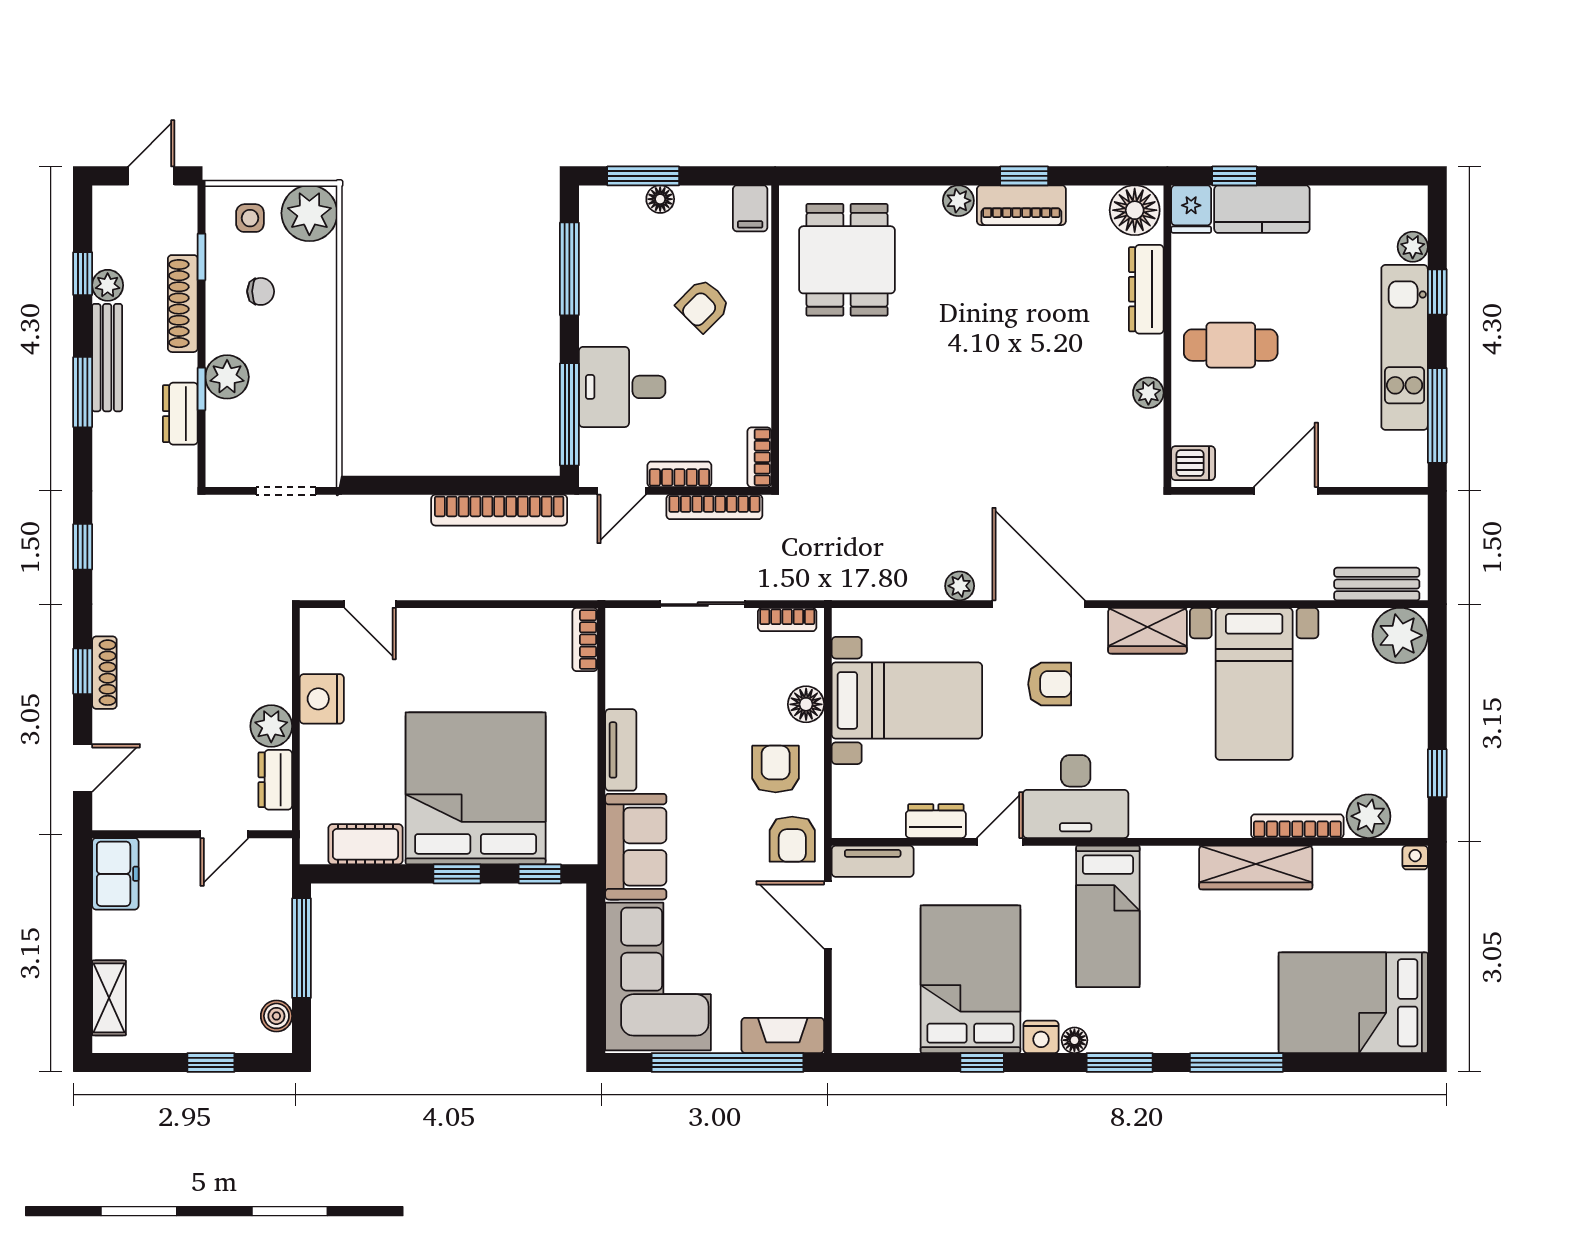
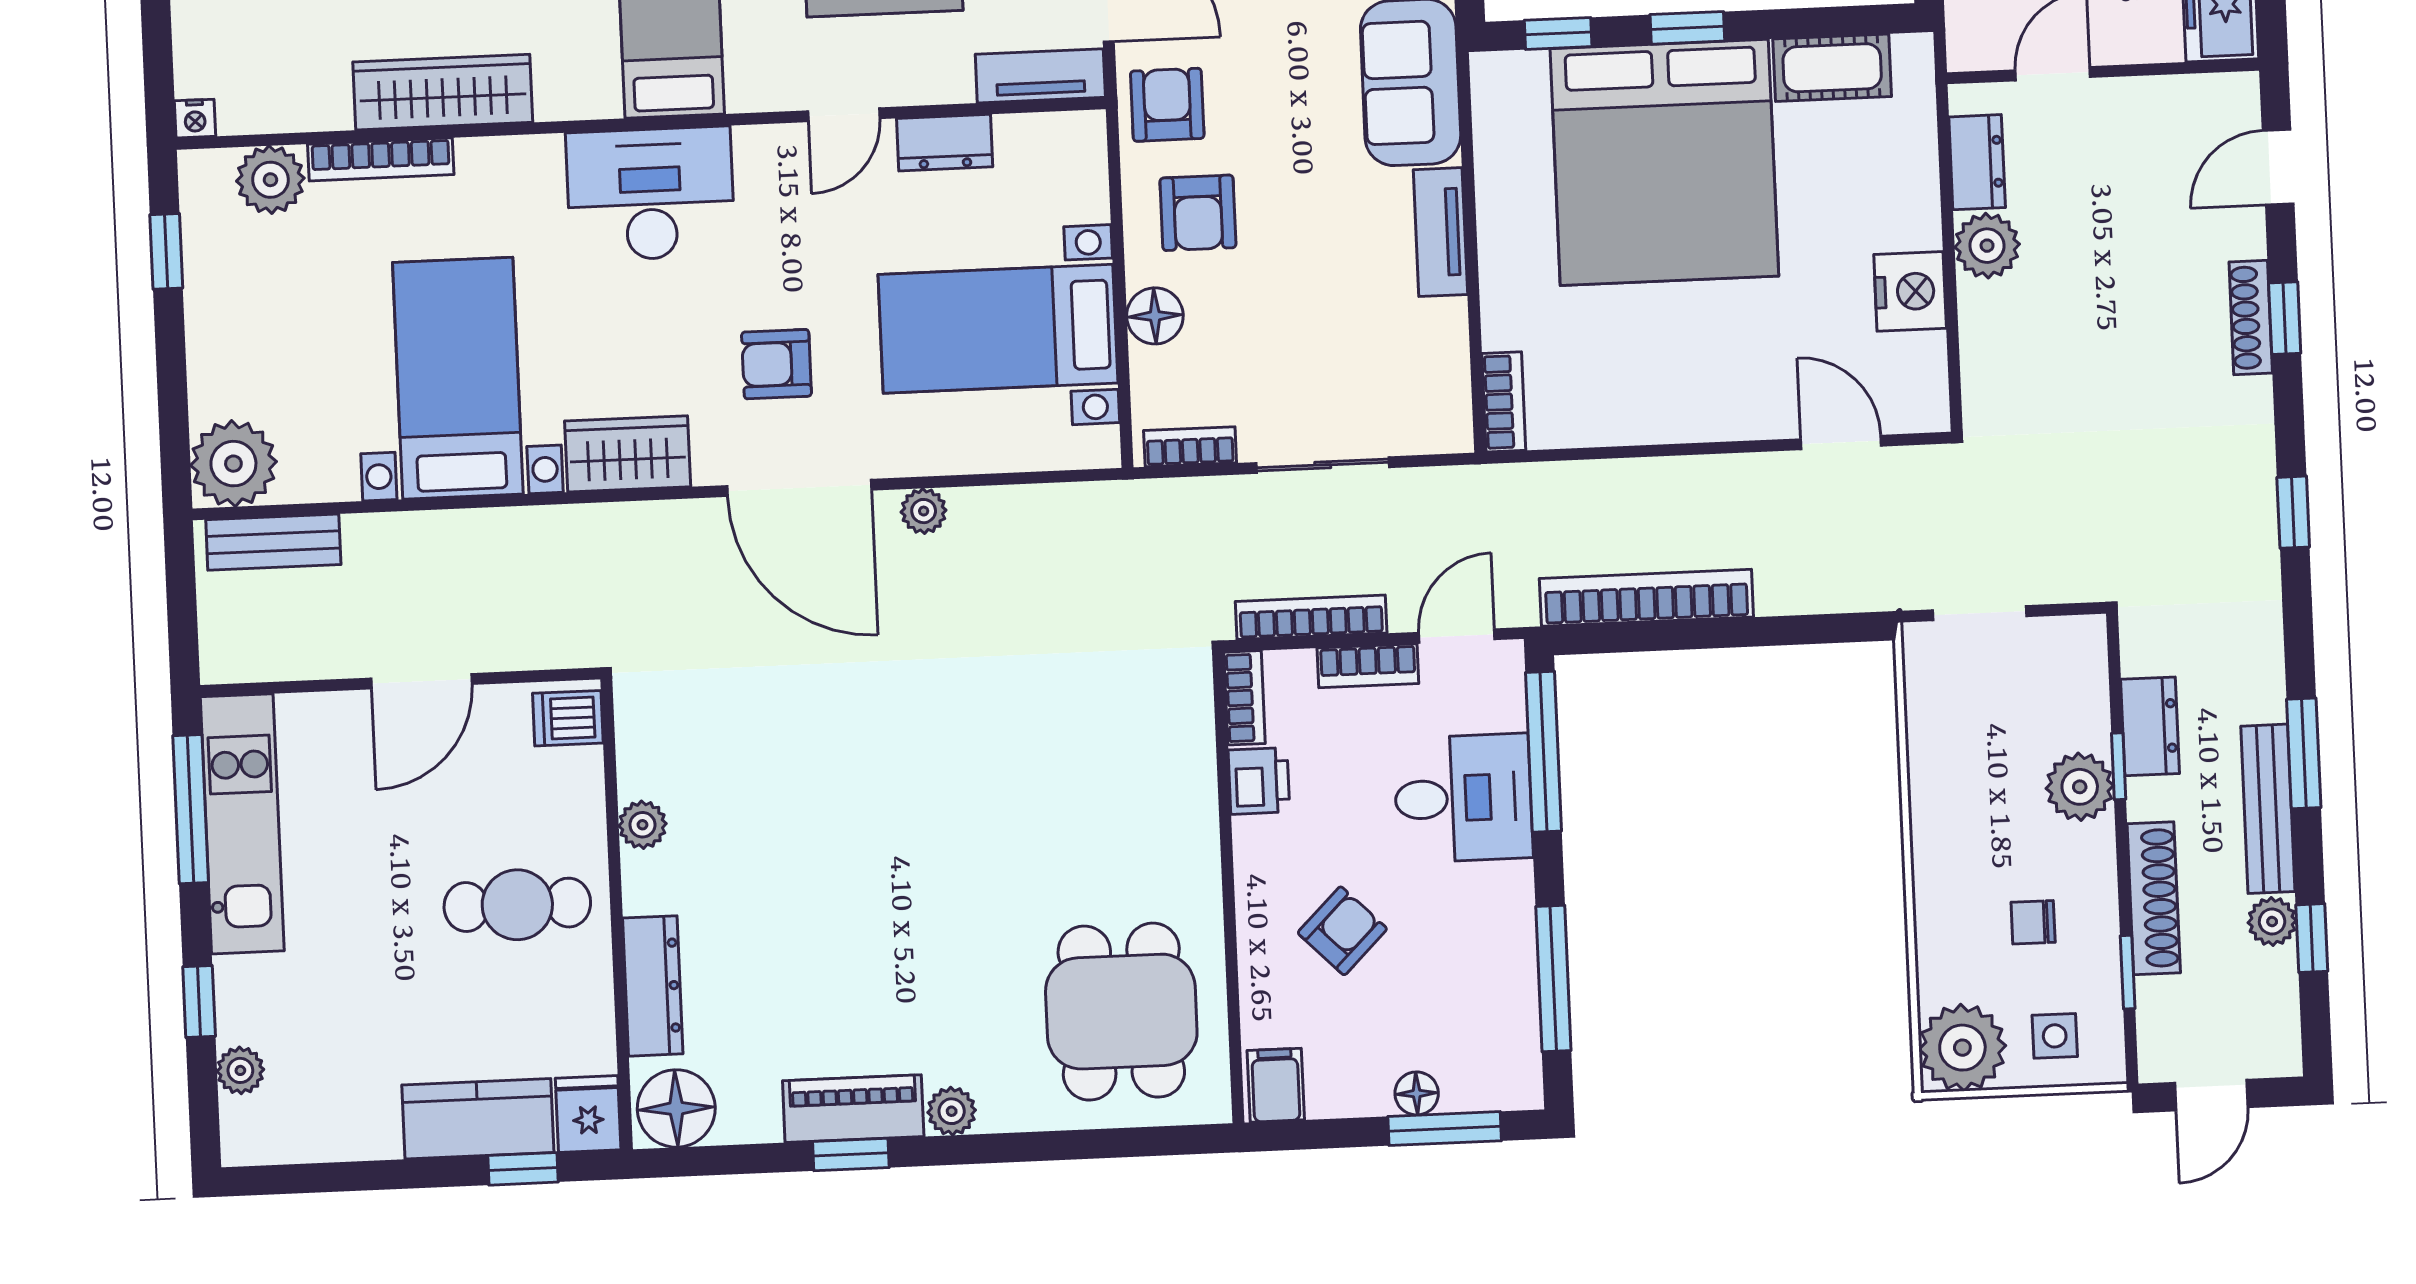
kitchen unit: (1405, 347) -> (242, 824), moved
printer: (752, 404) -> (1259, 781), added
desk: (1076, 797) -> (650, 194), moved

